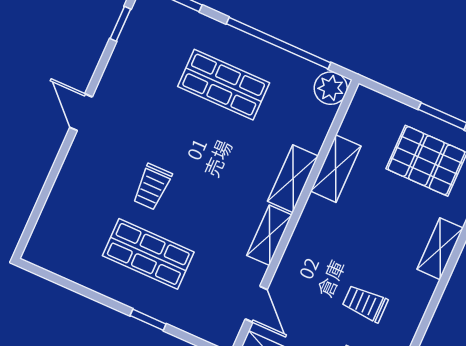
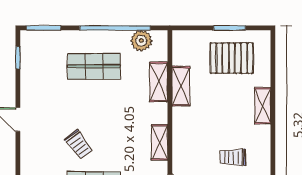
plant: (331, 88) -> (141, 41), moved
shelving: (293, 179) -> (159, 82), moved
trolley: (152, 187) -> (79, 144), turned -37

